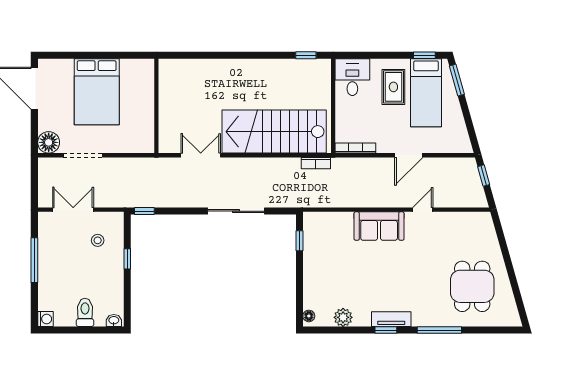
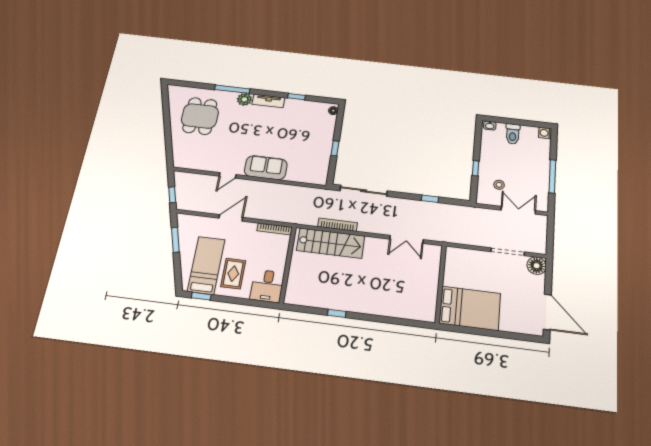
window: (306, 55) -> (337, 313), moved
window: (457, 80) -> (175, 240), moved
bed: (97, 92) -> (470, 308), moved, turned 90
stairs: (274, 132) -> (331, 243), width x0.73, depth x0.66
bookcase: (316, 163) -> (338, 225), moved, width x1.56
double door: (73, 210) -> (518, 210), swing flipped
window: (144, 211) -> (430, 199), moved
sliding door: (236, 211) -> (364, 191), moved
window: (300, 241) -> (335, 148), moved
plant: (343, 317) -> (244, 99), moved
window: (386, 330) -> (296, 97), moved

